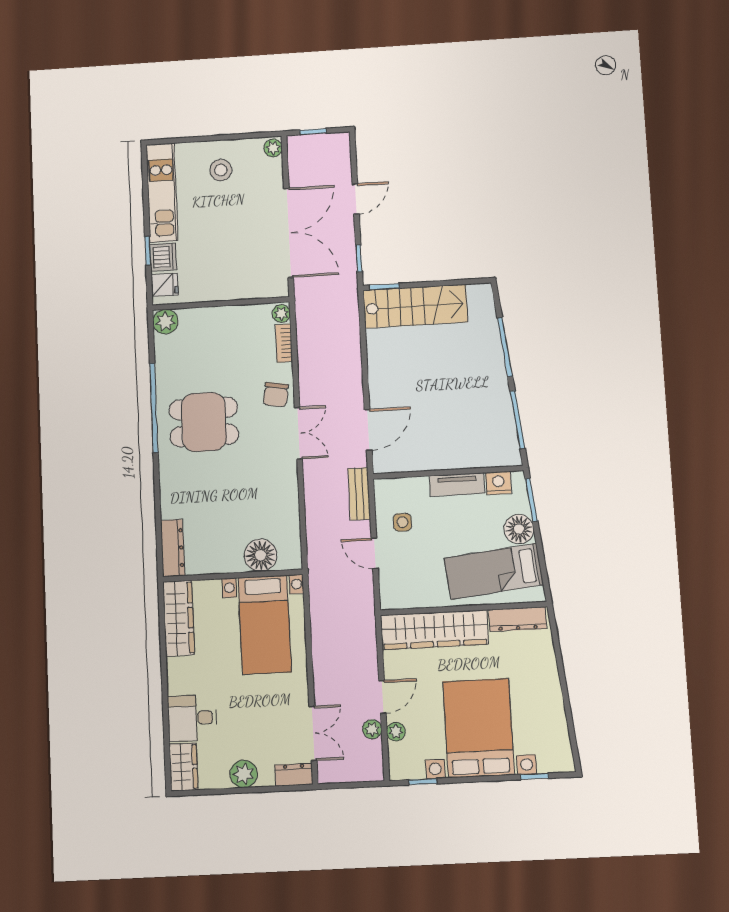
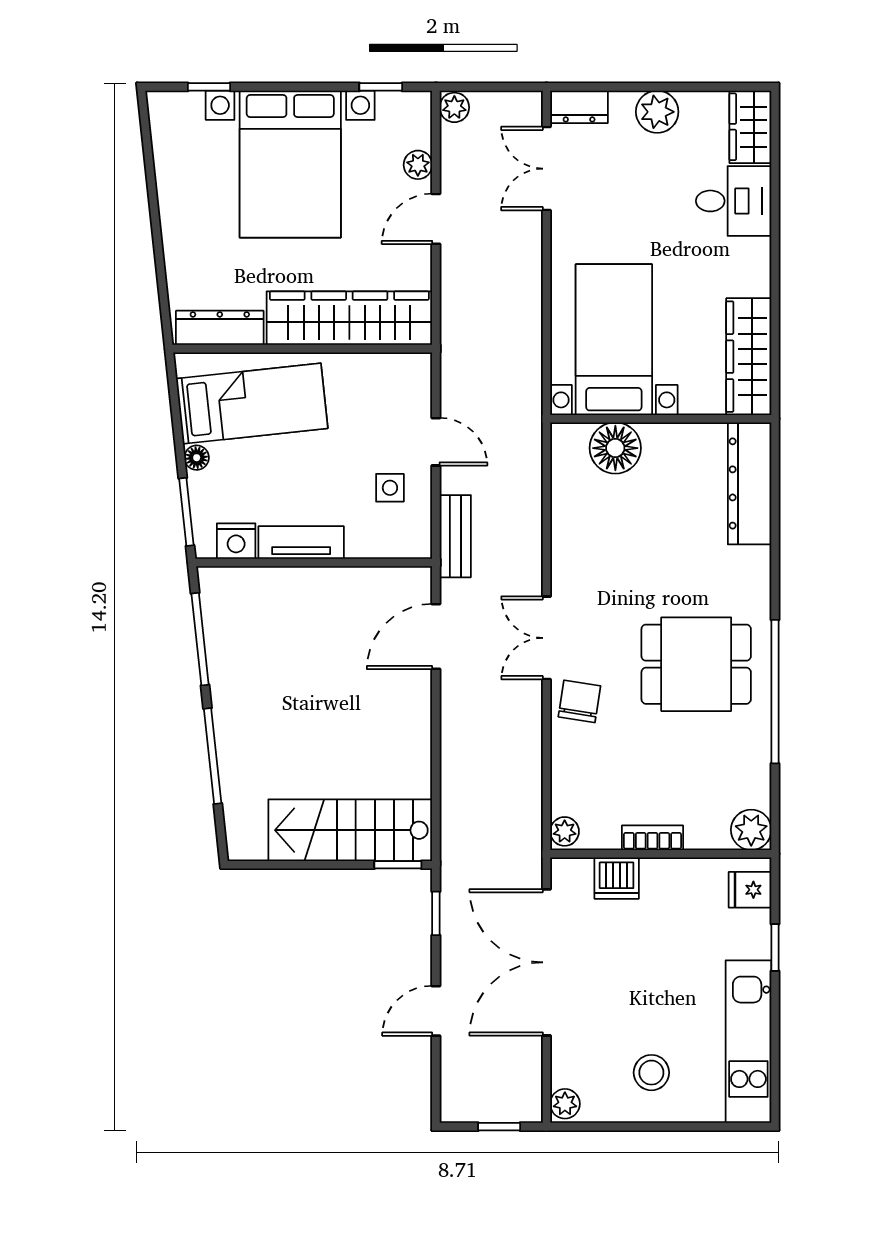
dishwasher: (163, 257) -> (617, 878), moved, turned -90
bookcase: (284, 343) -> (653, 838), moved, turned -90
floor lamp: (519, 529) -> (197, 458), width x0.53, depth x0.53
dresser: (173, 548) -> (750, 483), width x1.37, depth x1.24
plant: (372, 729) -> (454, 107), moved

